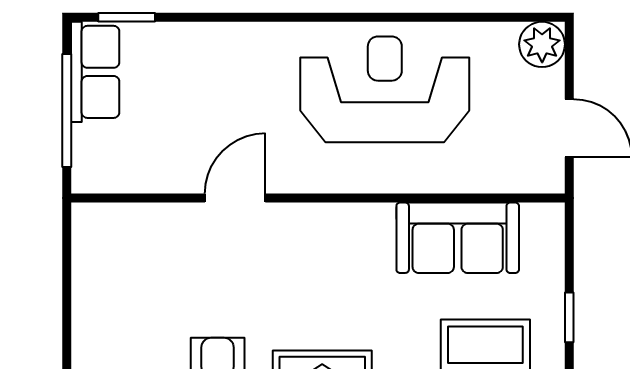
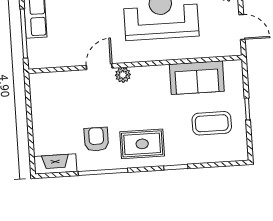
plant: (288, 220) -> (123, 75), added

